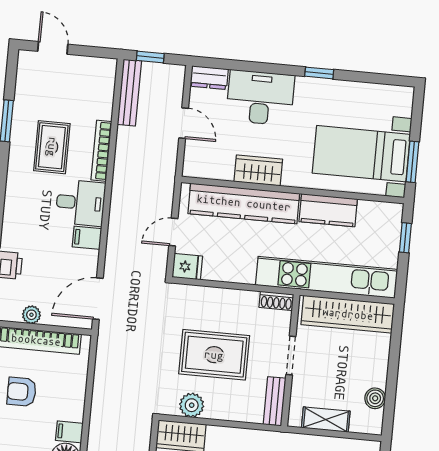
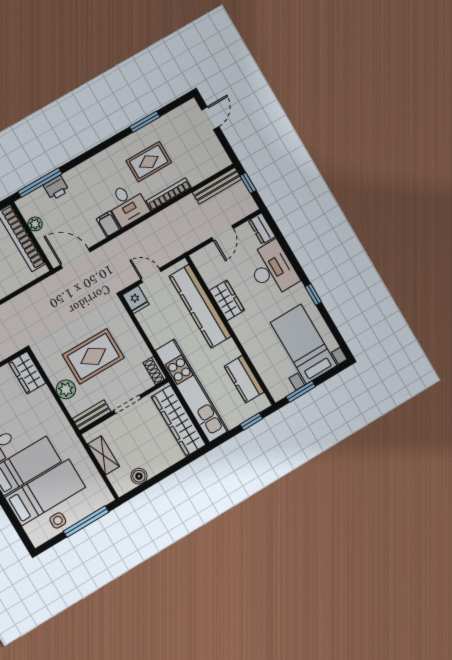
bed with nightstands: (361, 154) -> (304, 344), moved
kitchen counter: (328, 210) -> (244, 379), moved
rug: (214, 355) -> (93, 356), turned 90
plant: (192, 405) -> (66, 389), moved

